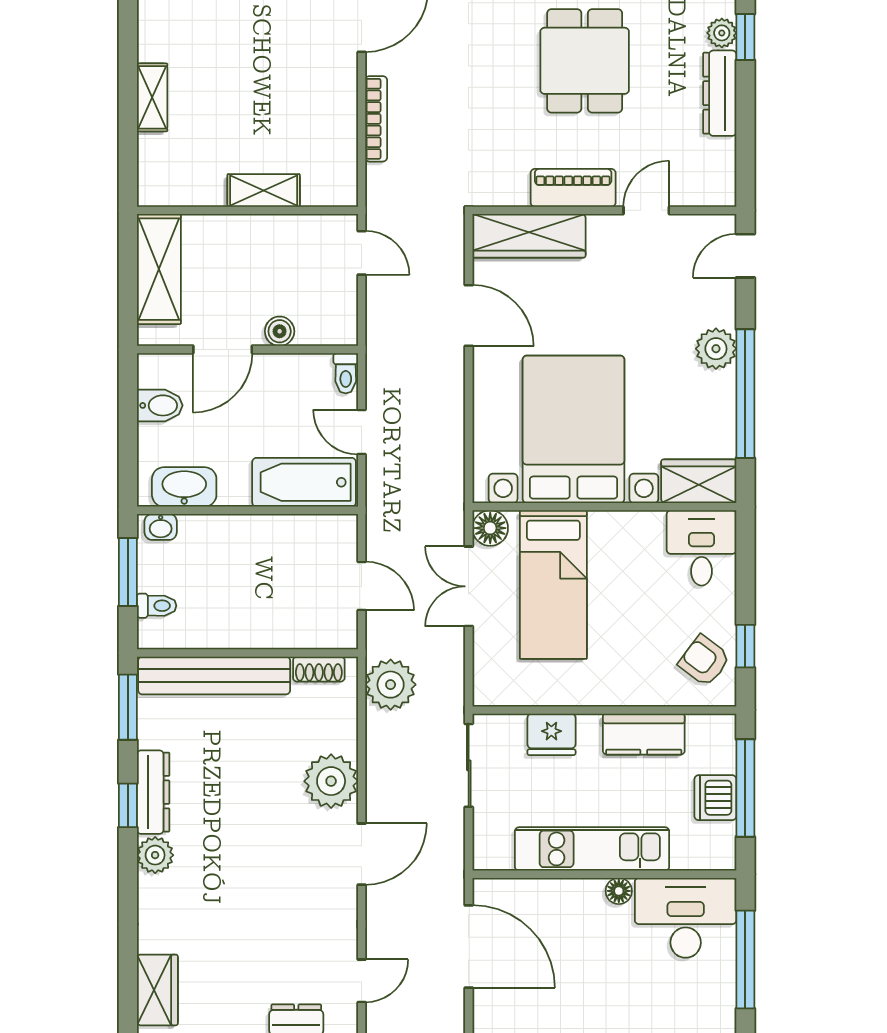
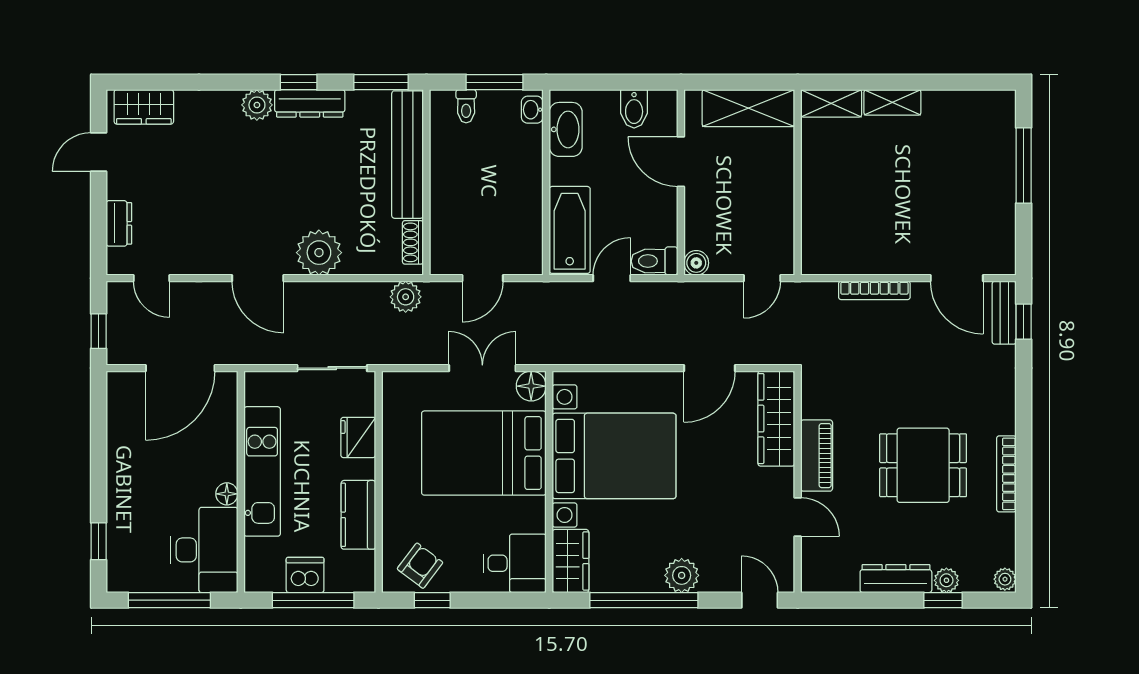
shelving: (264, 190) -> (831, 103), moved, turned 90
boiler: (280, 331) -> (696, 263), moved
toilet: (346, 373) -> (654, 261), width x1.37, depth x1.39
bed: (553, 585) -> (484, 453), width x1.50
plant: (391, 685) -> (406, 297), width x0.73, depth x0.73

